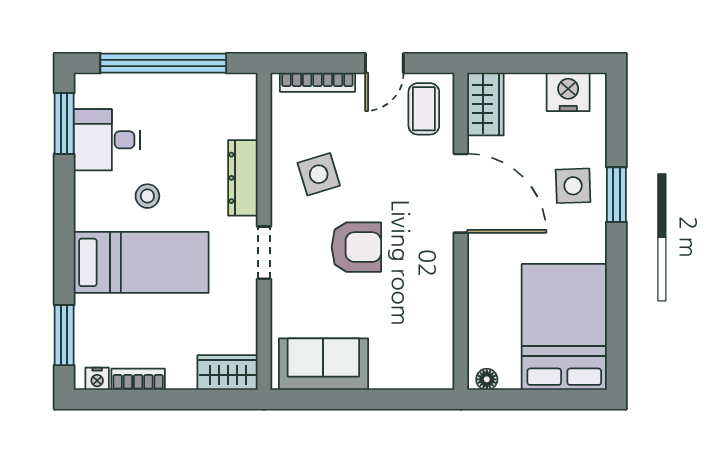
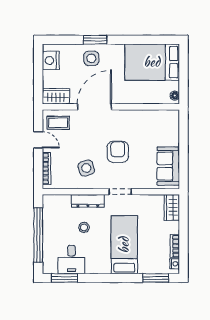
stool: (147, 196) -> (84, 227), moved

